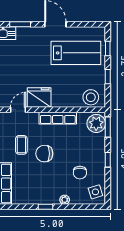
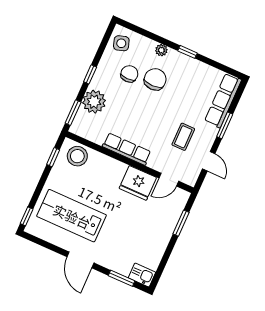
window: (108, 48) -> (27, 216), moved
window: (108, 77) -> (53, 157), moved
plant: (96, 123) -> (94, 102), moved
chair: (44, 154) -> (155, 79), moved, turned -90

